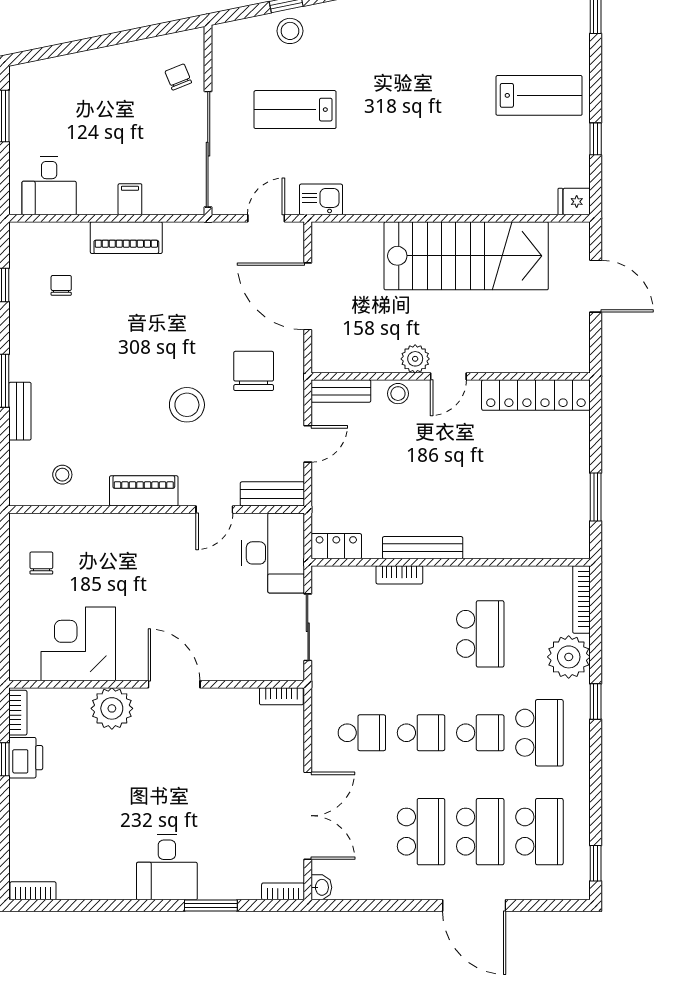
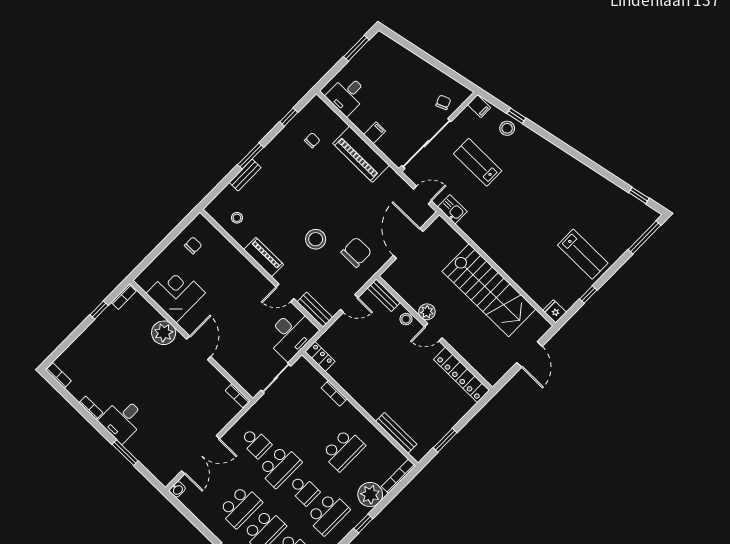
filing cabinet: (228, 38) -> (479, 106), added
piano: (126, 238) -> (361, 154), width x1.37, depth x1.33
bench: (423, 548) -> (396, 433), moved
school desk: (421, 733) -> (280, 466), width x1.85
printer: (26, 758) -> (109, 318), removed
bookcase: (283, 891) -> (91, 408), moved

